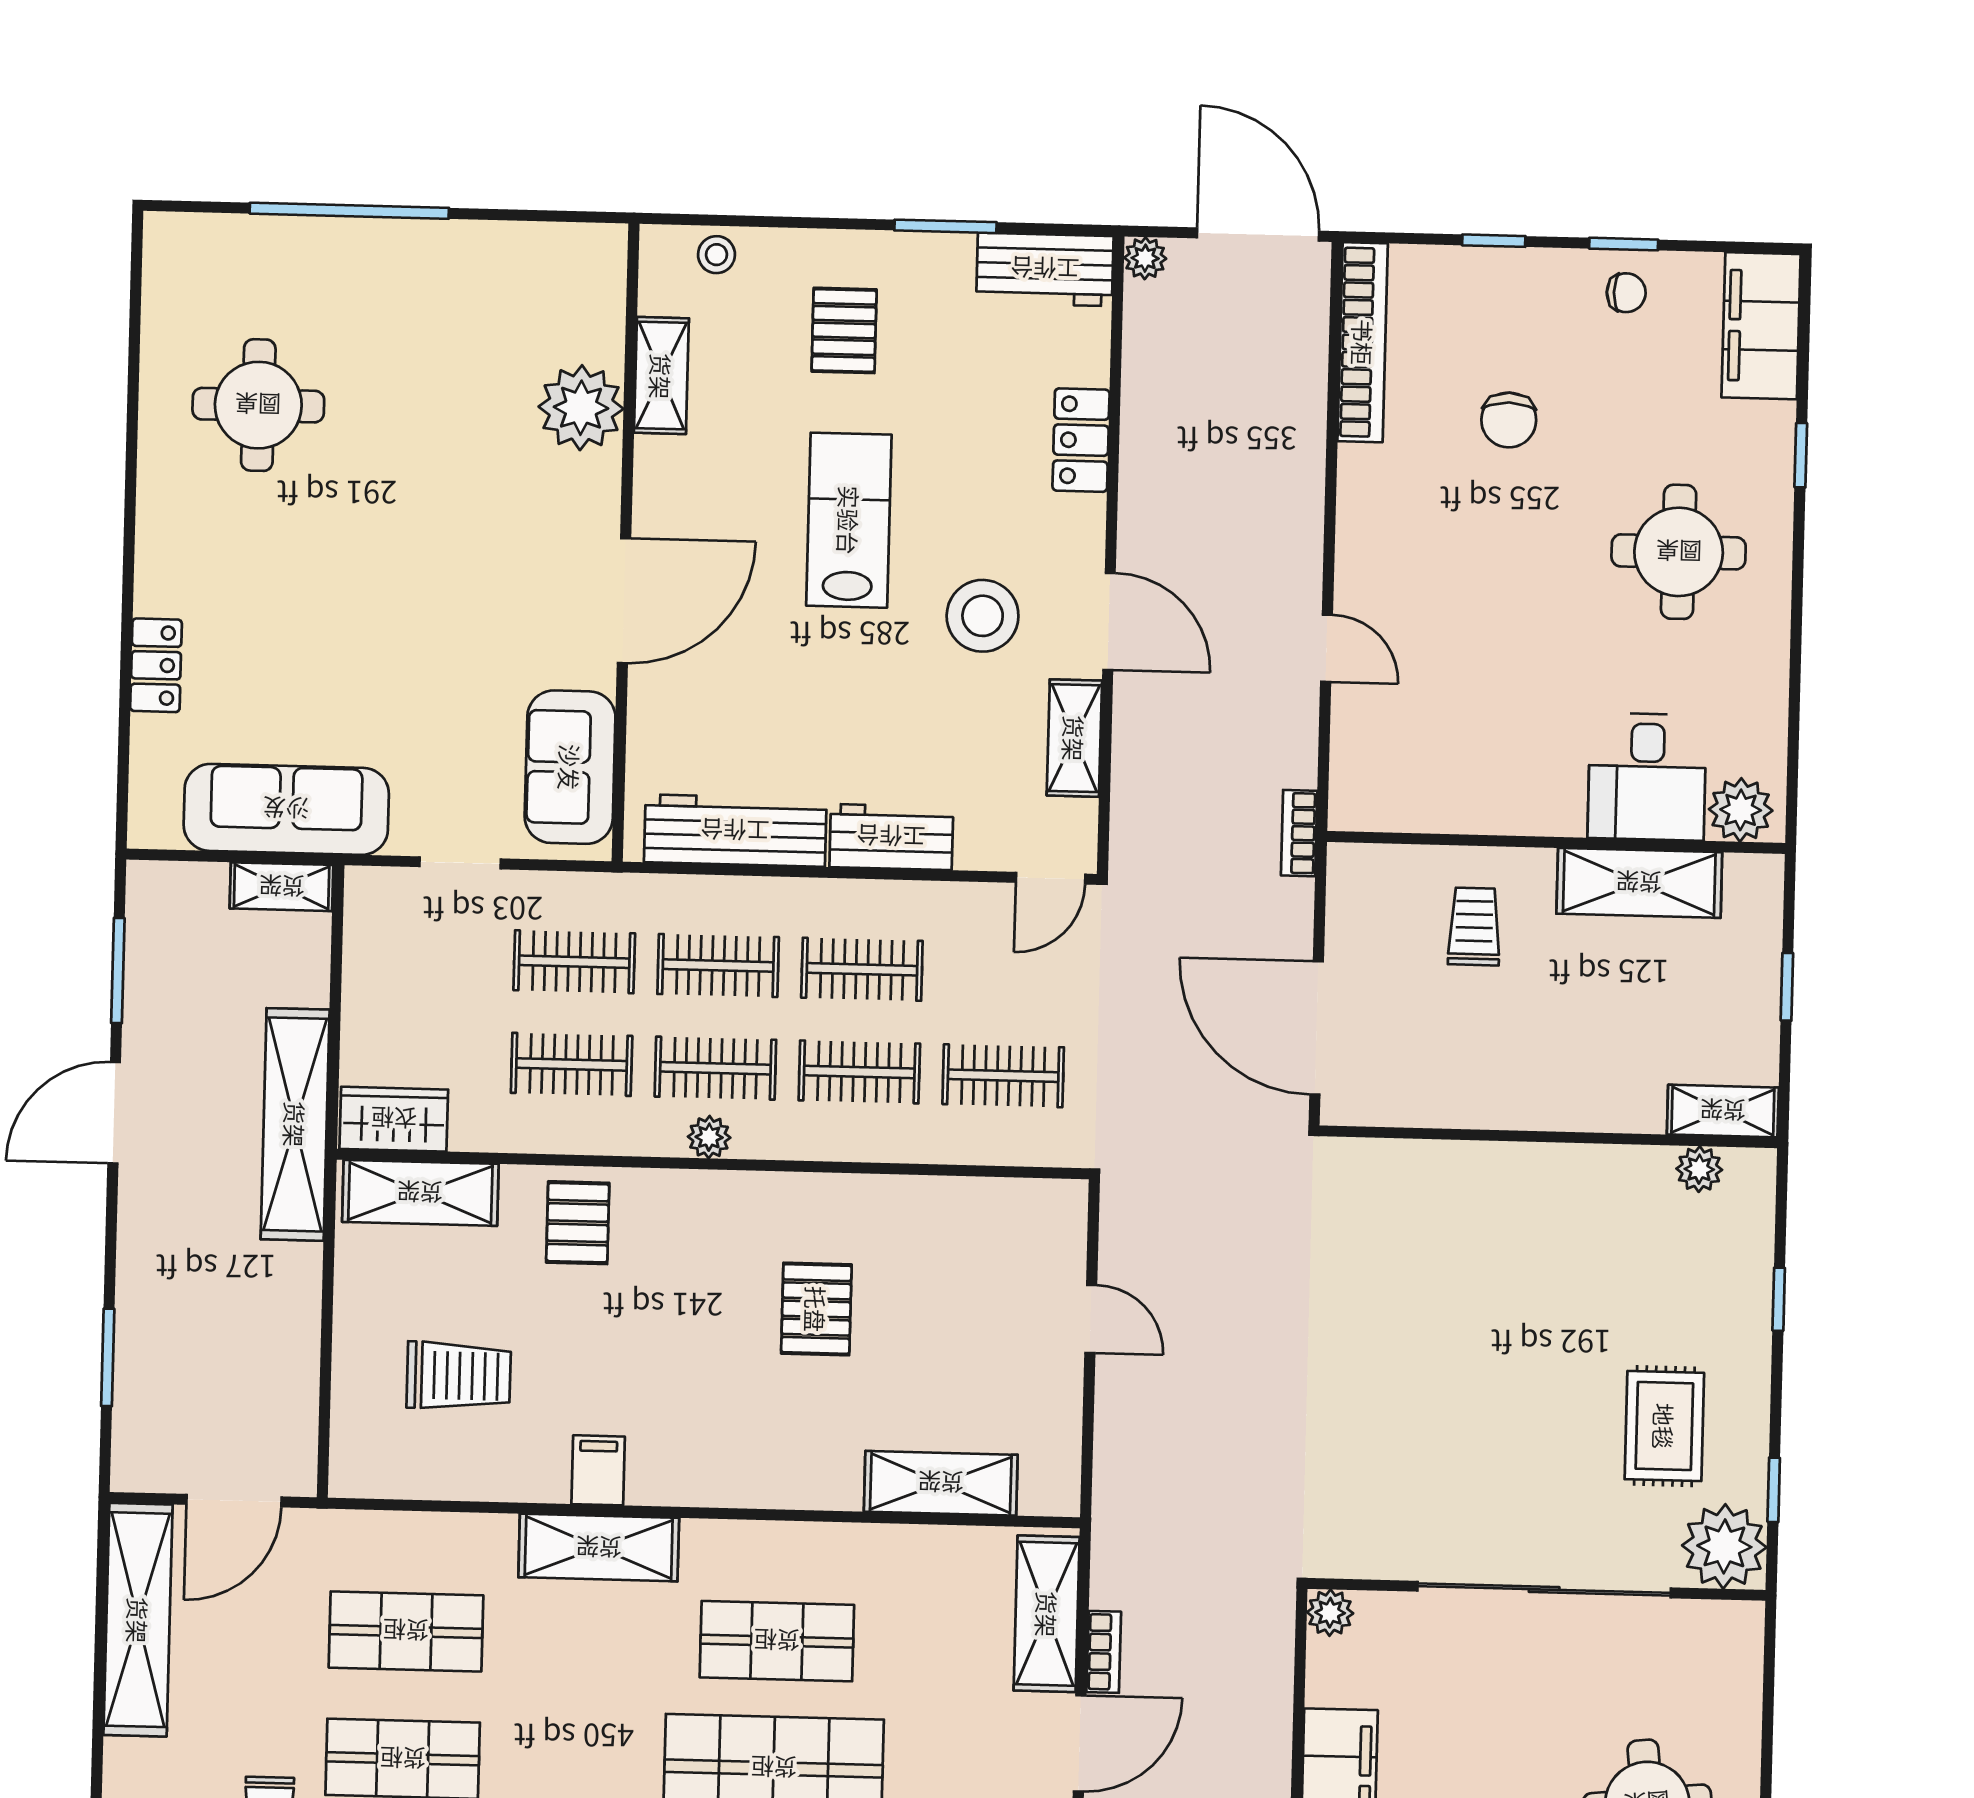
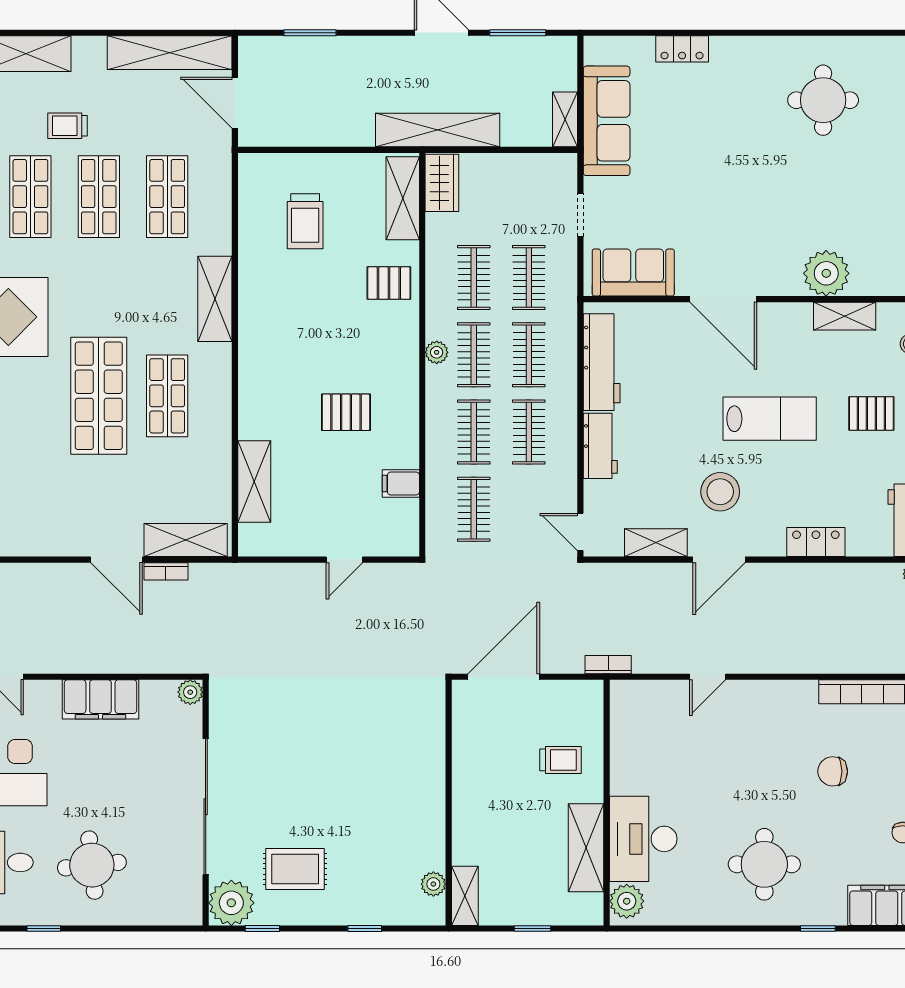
desk: (1647, 777) -> (643, 839), width x1.37
filing cabinet: (598, 1470) -> (401, 483), moved, turned 180

